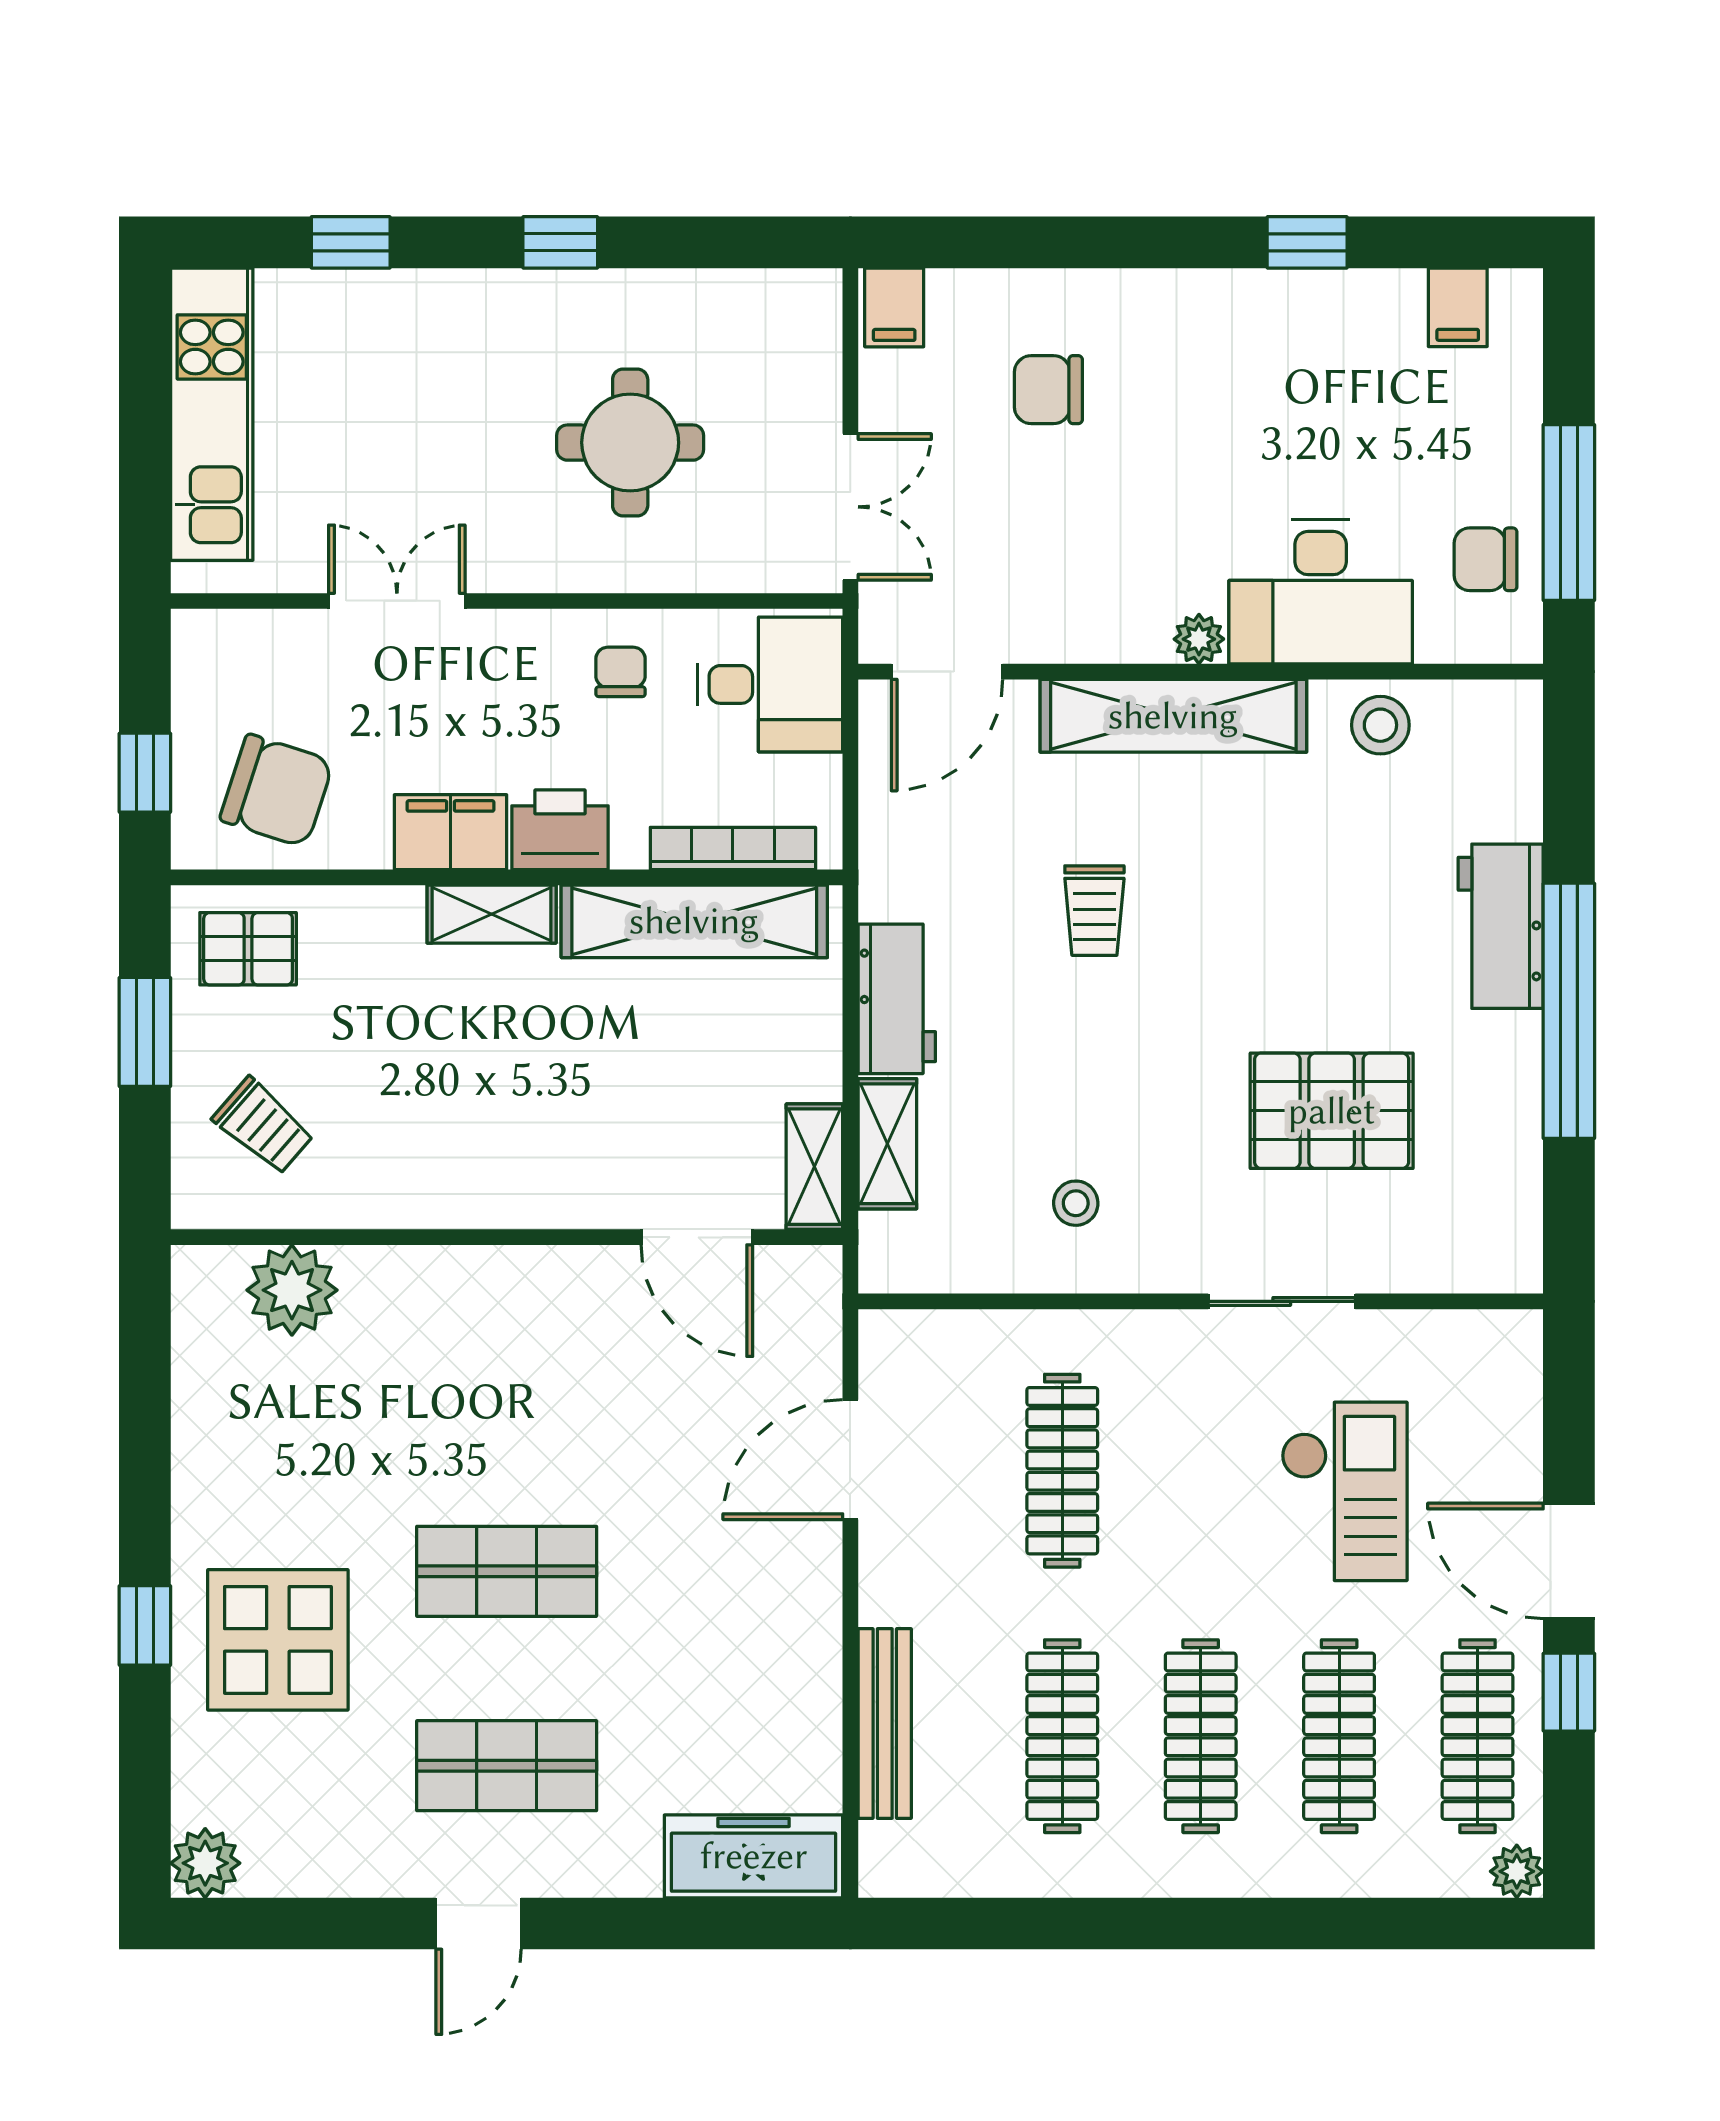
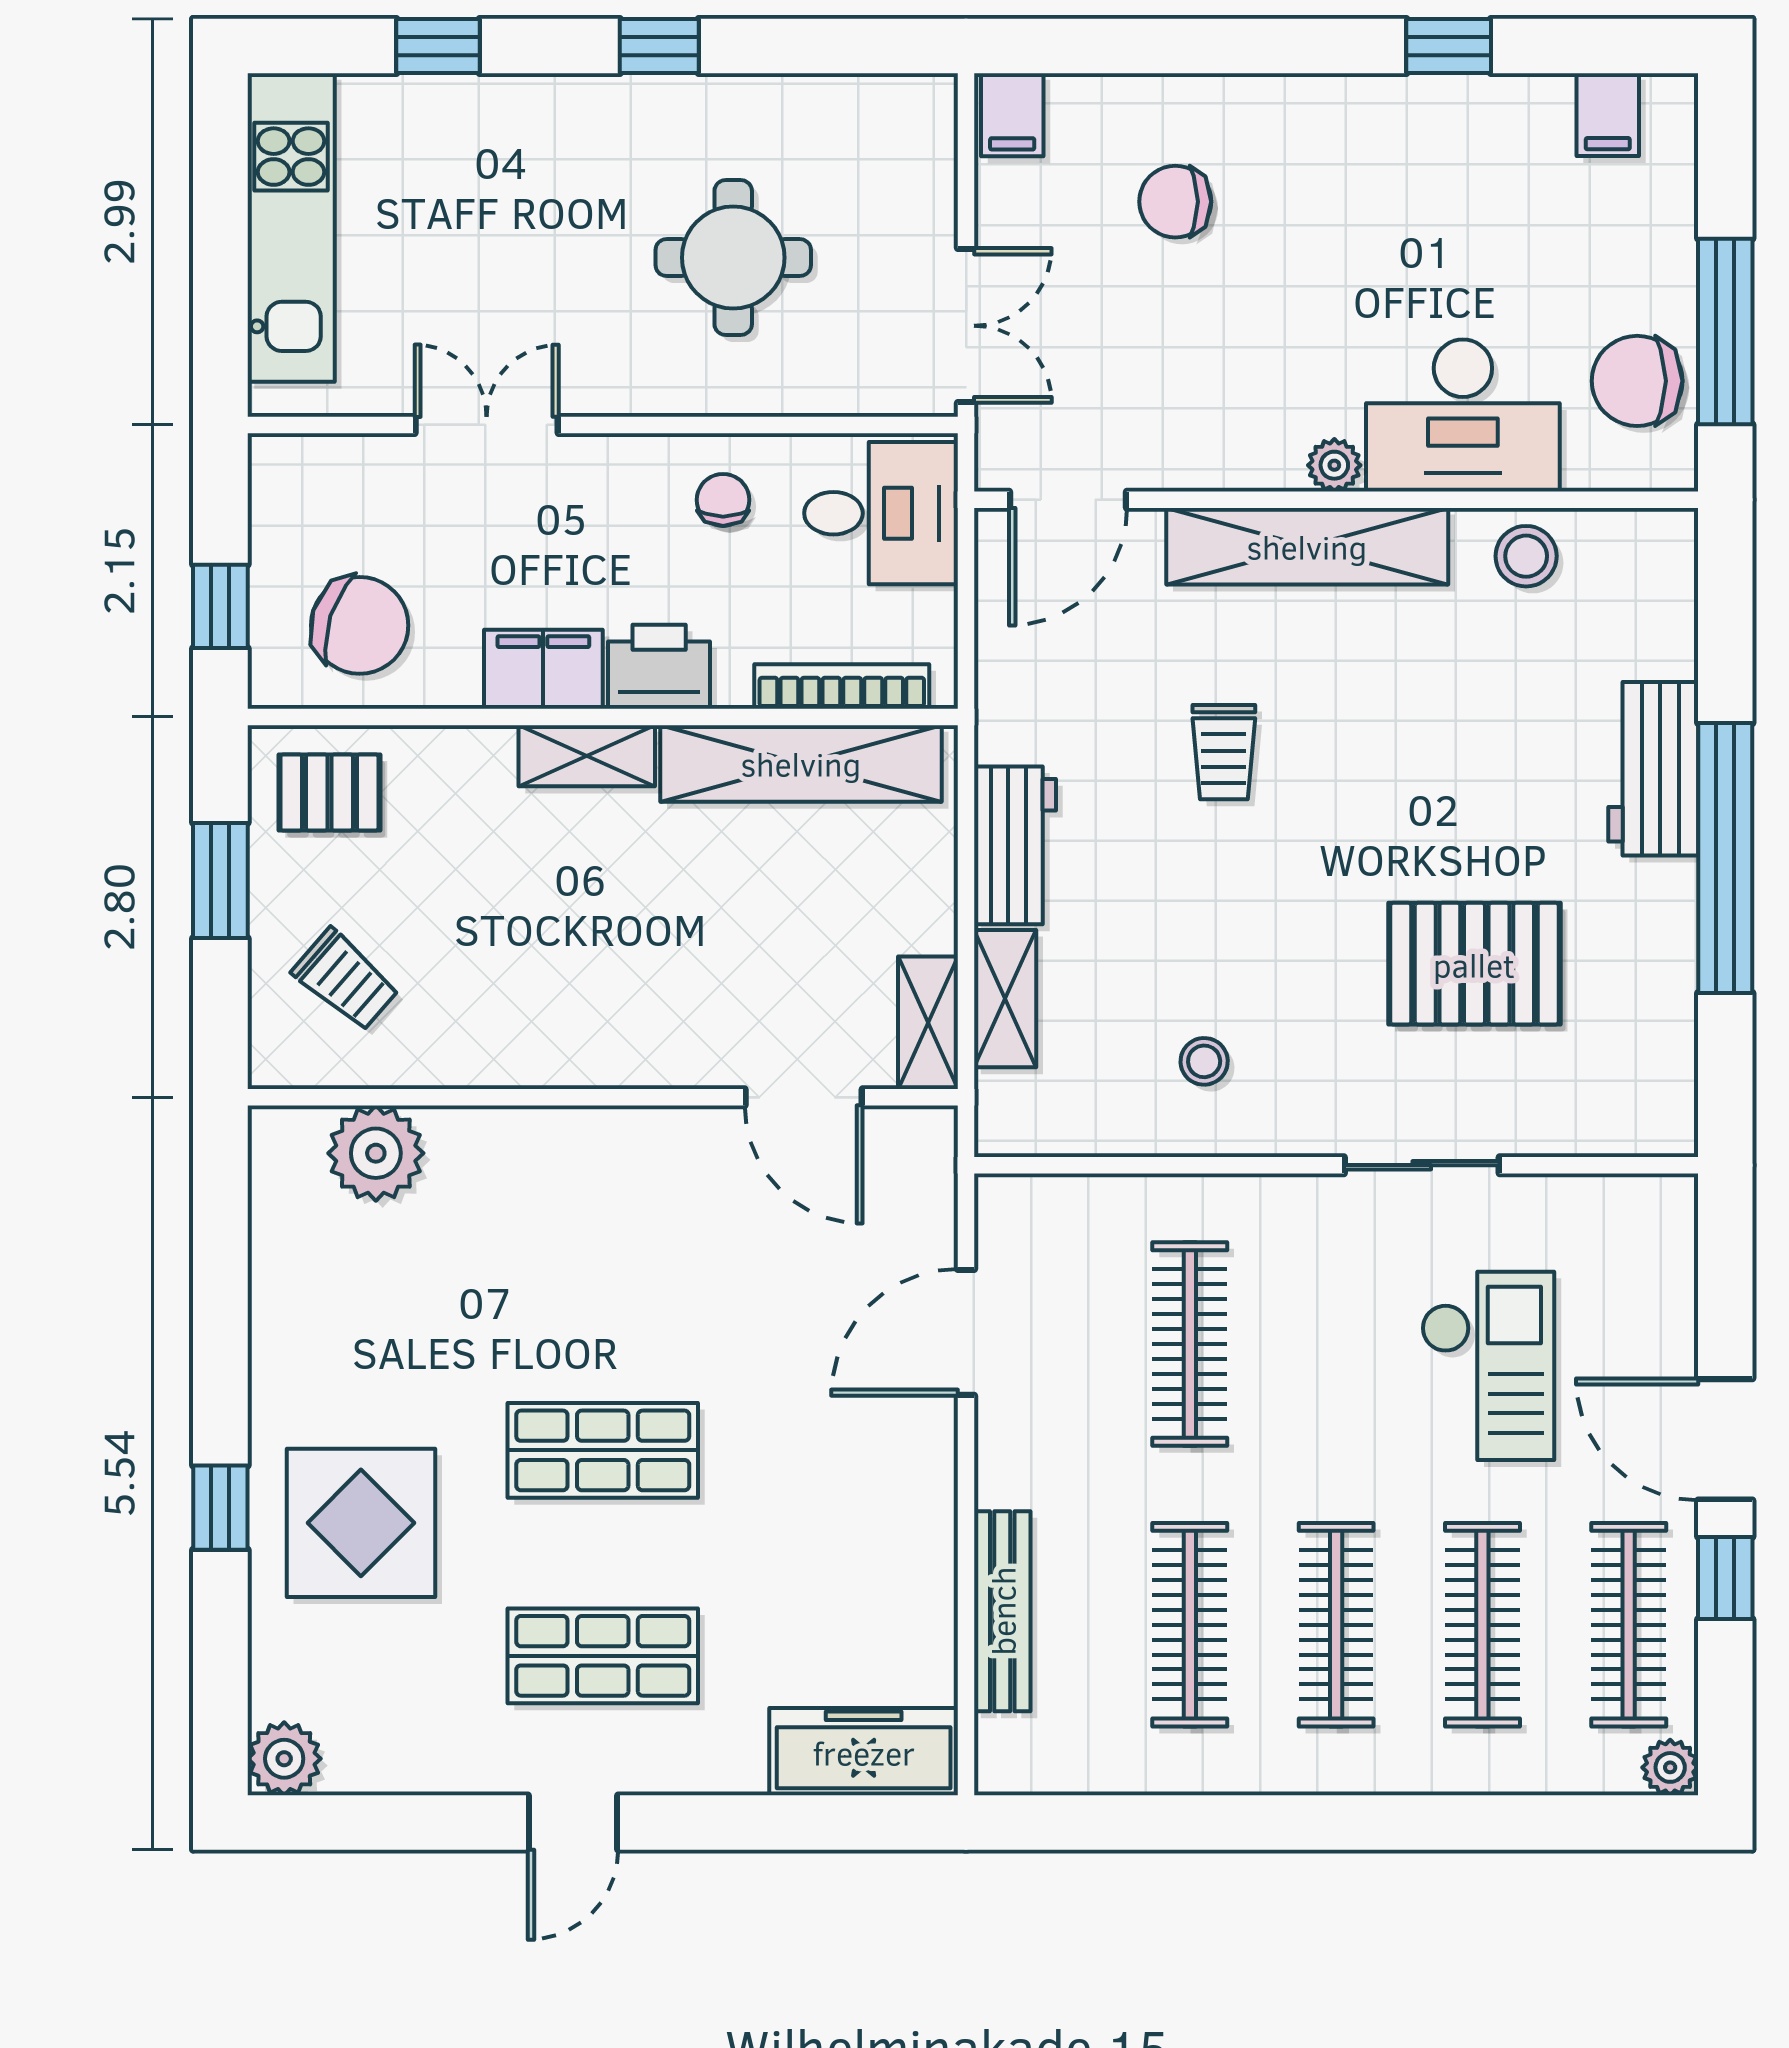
chair: (1485, 559) -> (1637, 381), width x1.37, depth x1.37

